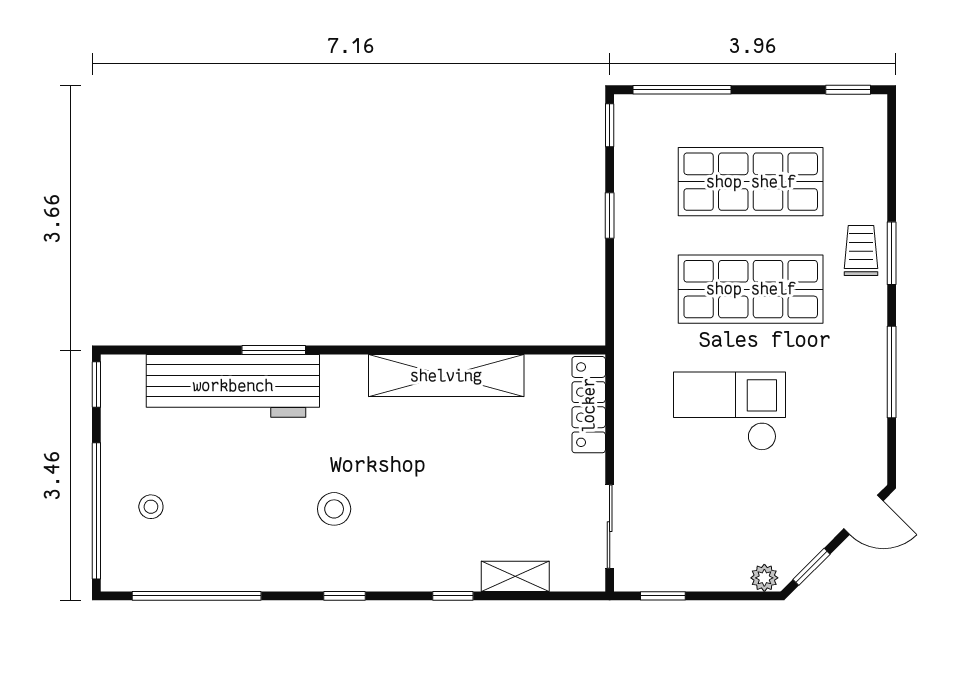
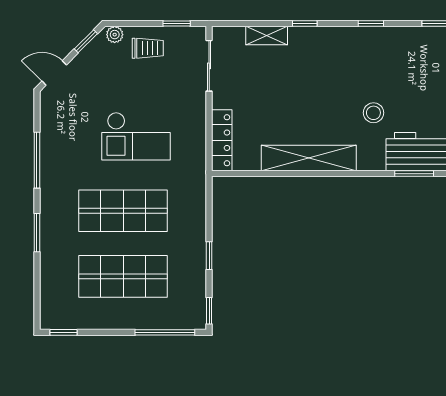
trolley: (861, 250) -> (148, 48), moved, turned -90
stool: (334, 509) -> (373, 113), moved

